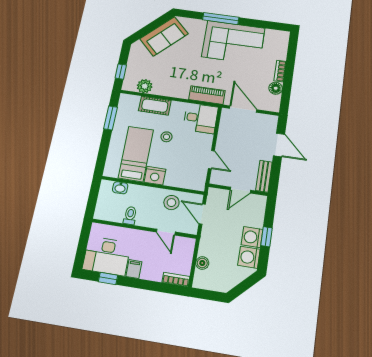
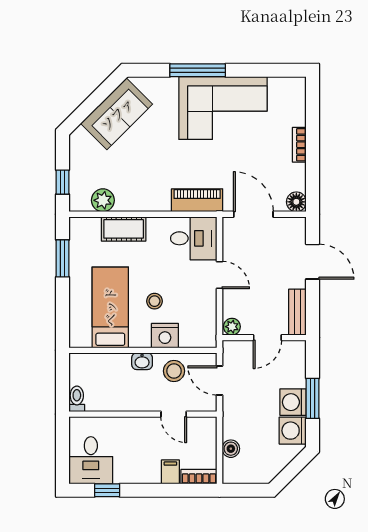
floor lamp: (276, 88) -> (296, 202), moved
stool: (166, 137) -> (154, 301), moved
door: (211, 160) -> (219, 275), moved
nightstand: (155, 176) -> (165, 336), moved
plant: (217, 179) -> (232, 327), added
washbasin: (120, 188) -> (142, 361), moved
toilet: (130, 216) -> (77, 399), moved
window: (266, 237) -> (313, 398), width x1.50
desk: (107, 256) -> (91, 460), width x0.73
filing cabinet: (134, 269) -> (170, 472), moved

